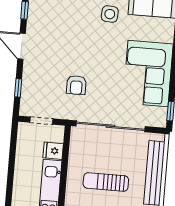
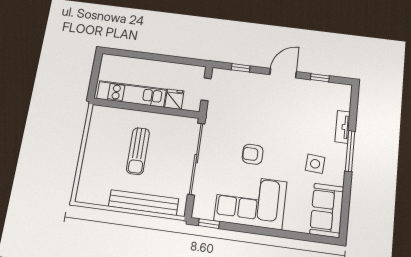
armchair: (76, 85) -> (253, 154), moved
sun lounger: (106, 182) -> (138, 151), turned 180

